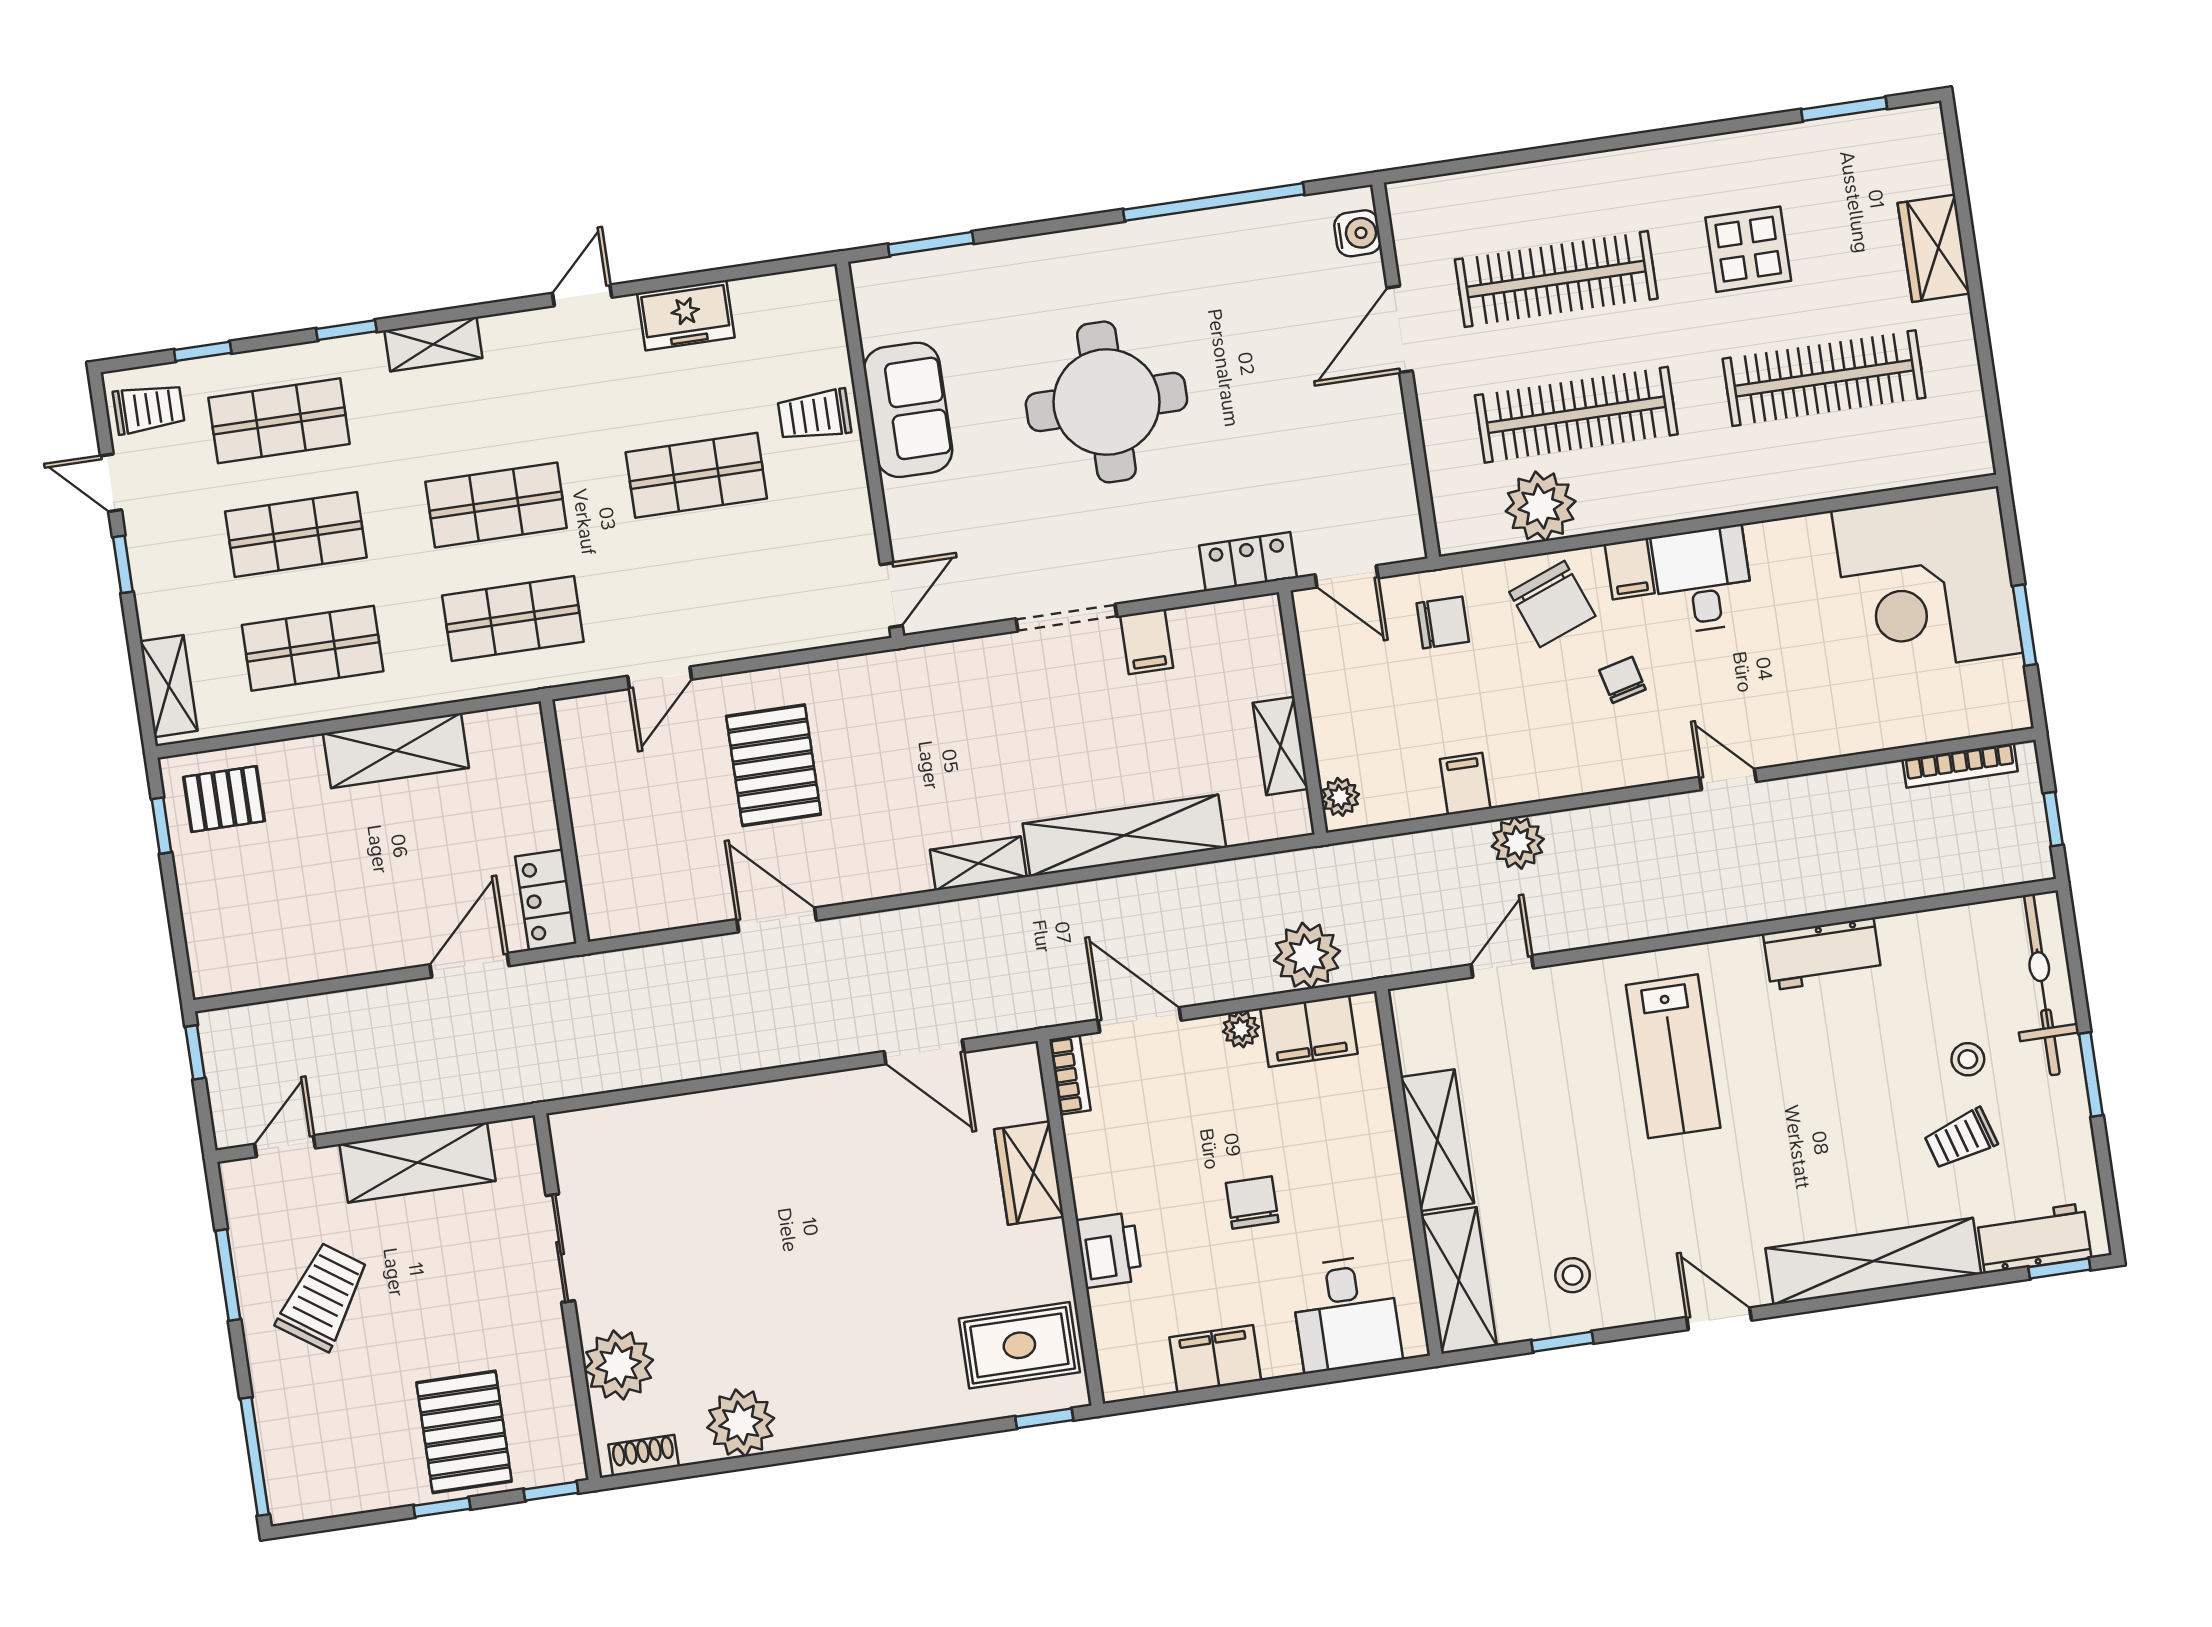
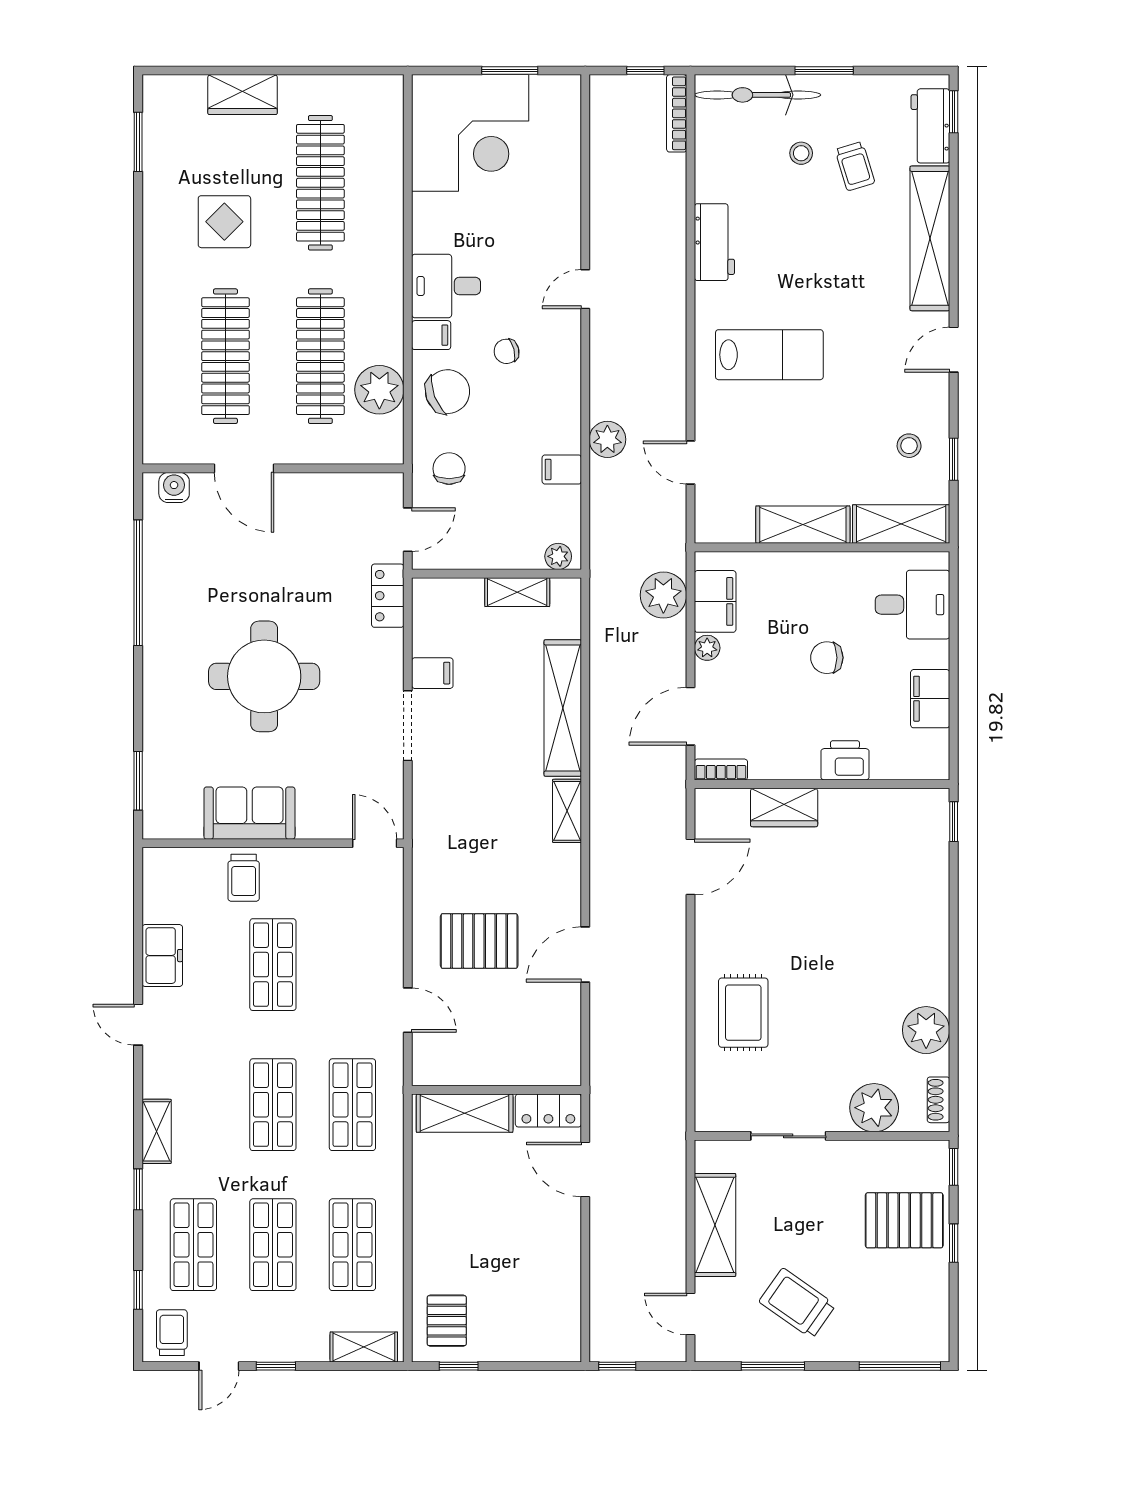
shelving: (396, 751) -> (465, 1113), moved, turned 90
bookcase: (1960, 765) -> (677, 113), moved, turned 180
rug: (1019, 1345) -> (743, 1013), moved

